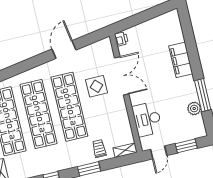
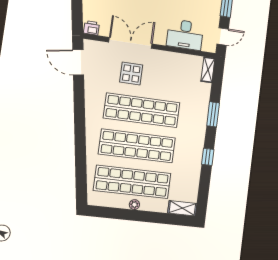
door: (64, 50) -> (78, 62), moved
trolley: (99, 149) -> (196, 96), removed
door: (159, 152) -> (223, 36), hinge flipped

